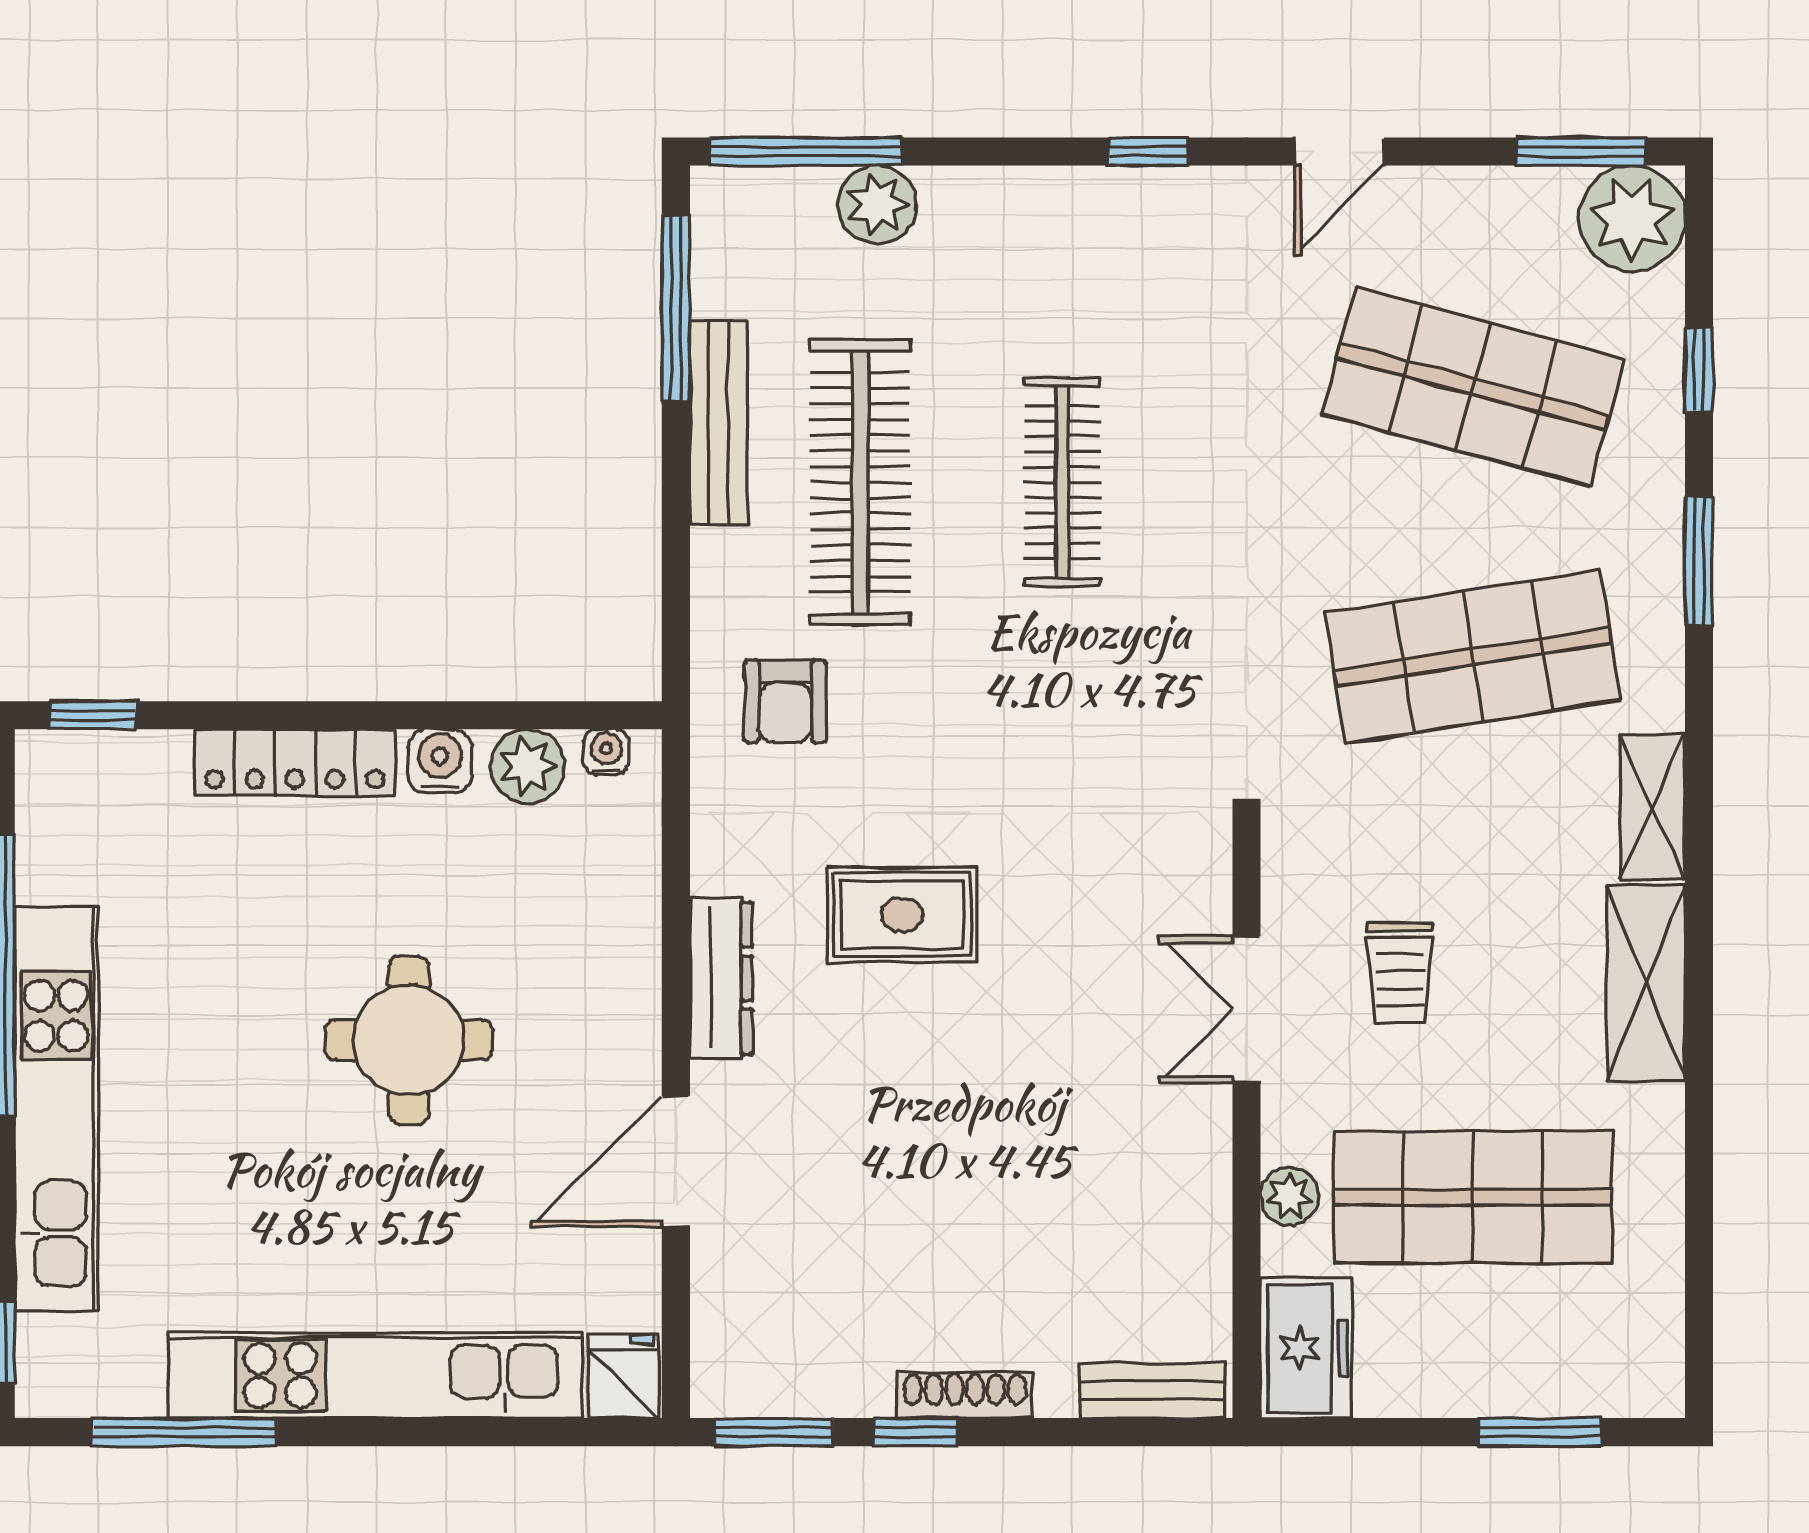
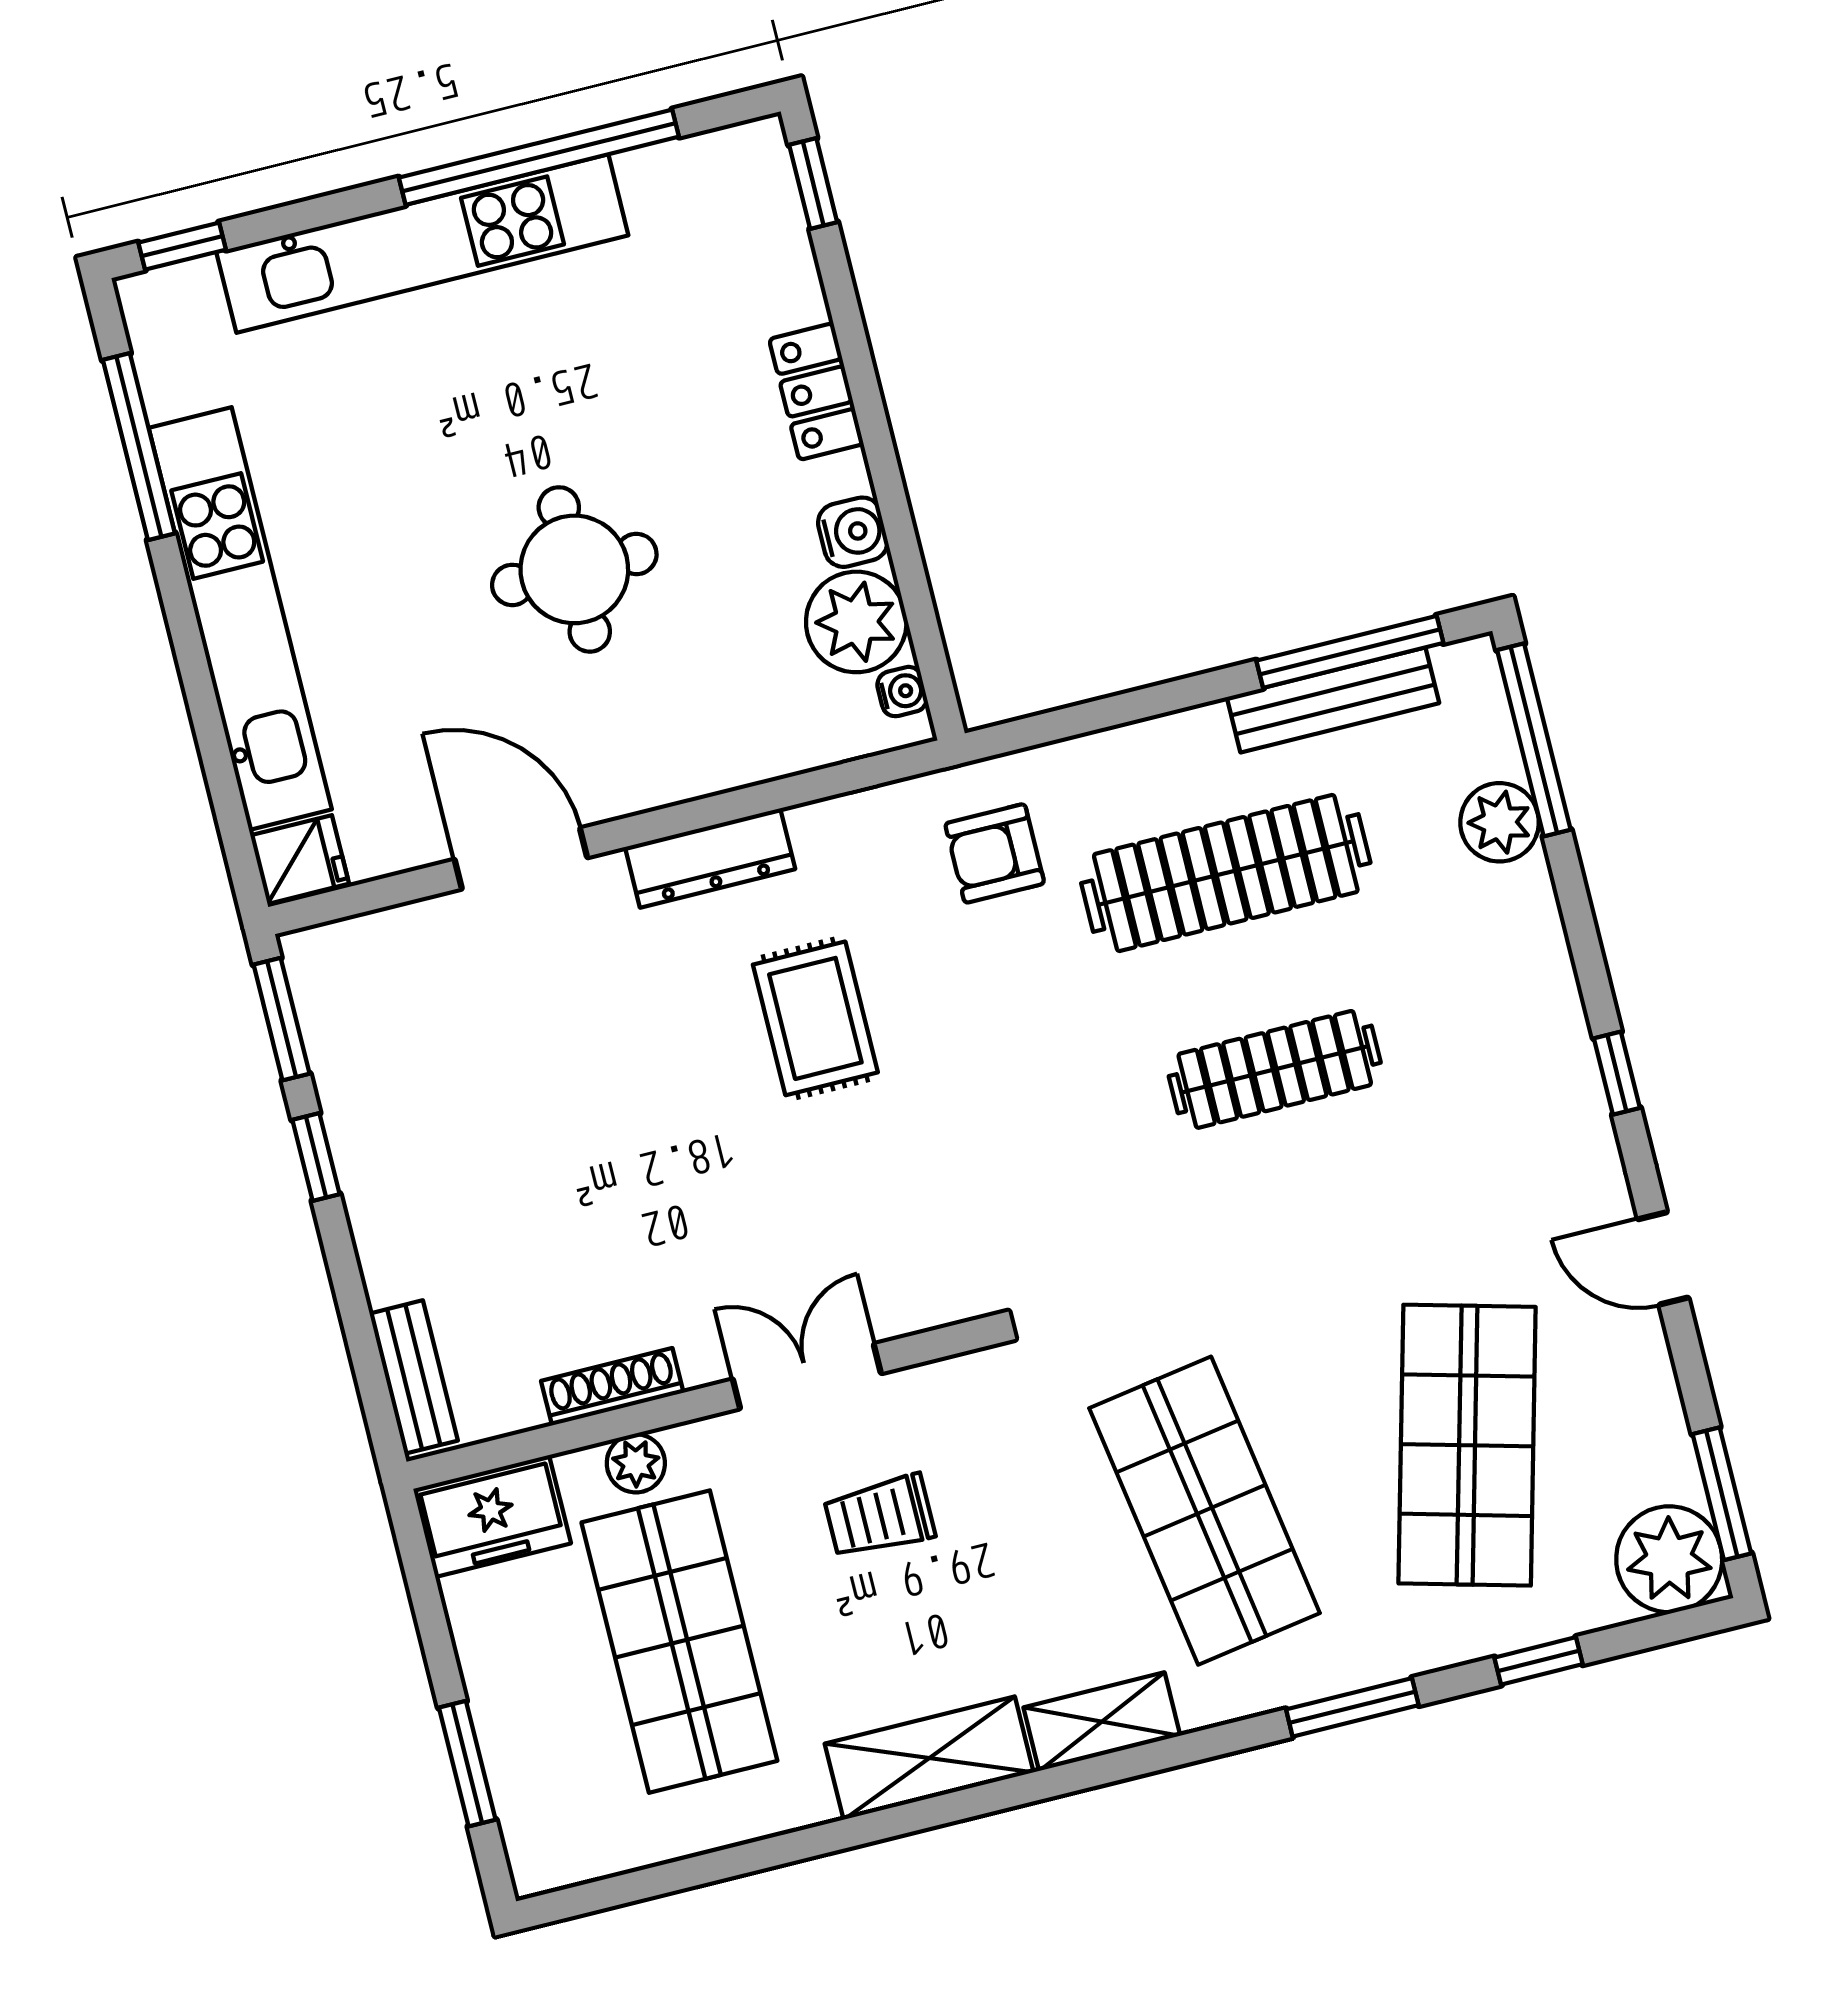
bench: (718, 423) -> (1333, 700), moved
locker: (295, 763) -> (816, 392), width x0.66
plant: (528, 766) -> (856, 622), width x1.36, depth x1.36
shoe rack: (965, 1395) -> (612, 1387), moved, turned -90

